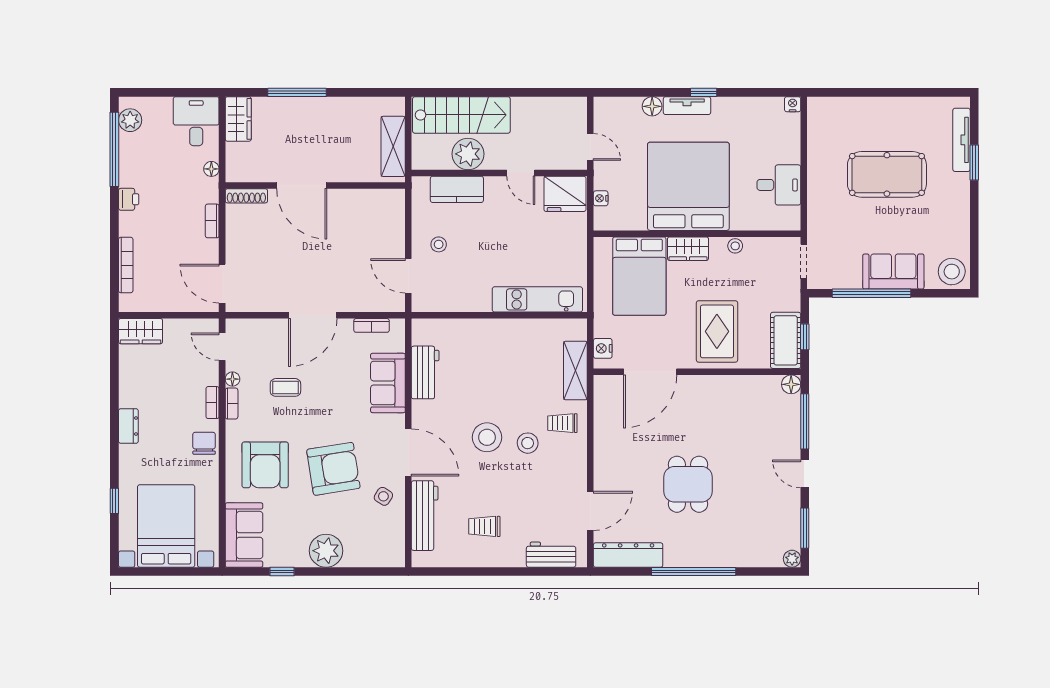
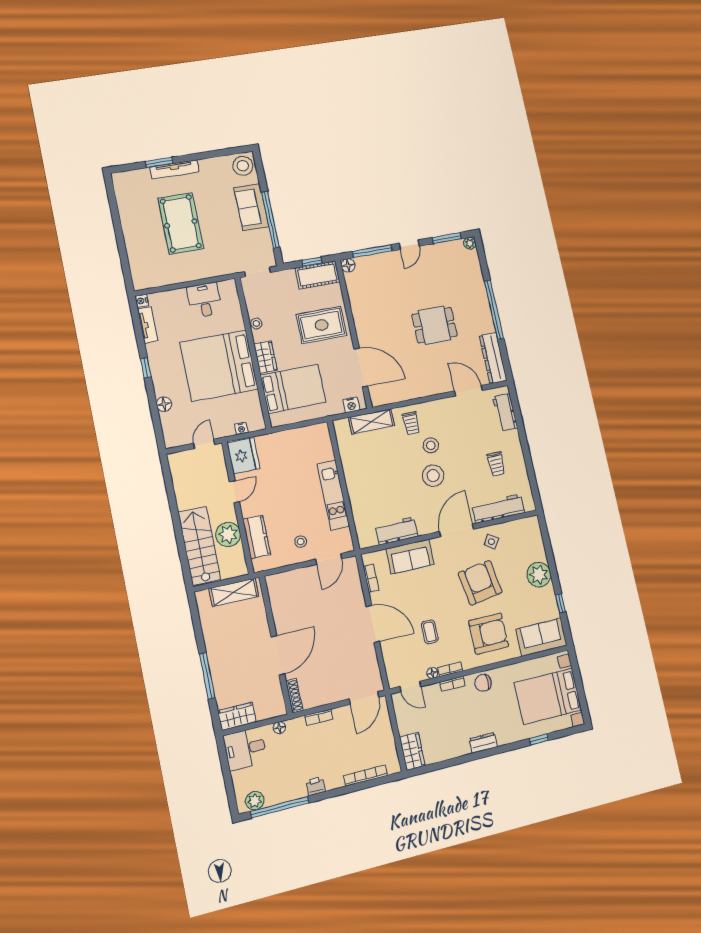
tv unit: (687, 106) -> (148, 325), moved
tv unit: (961, 140) -> (174, 169), moved
kitchen unit: (537, 299) -> (333, 495), moved
door: (222, 347) -> (410, 687), hinge flipped

